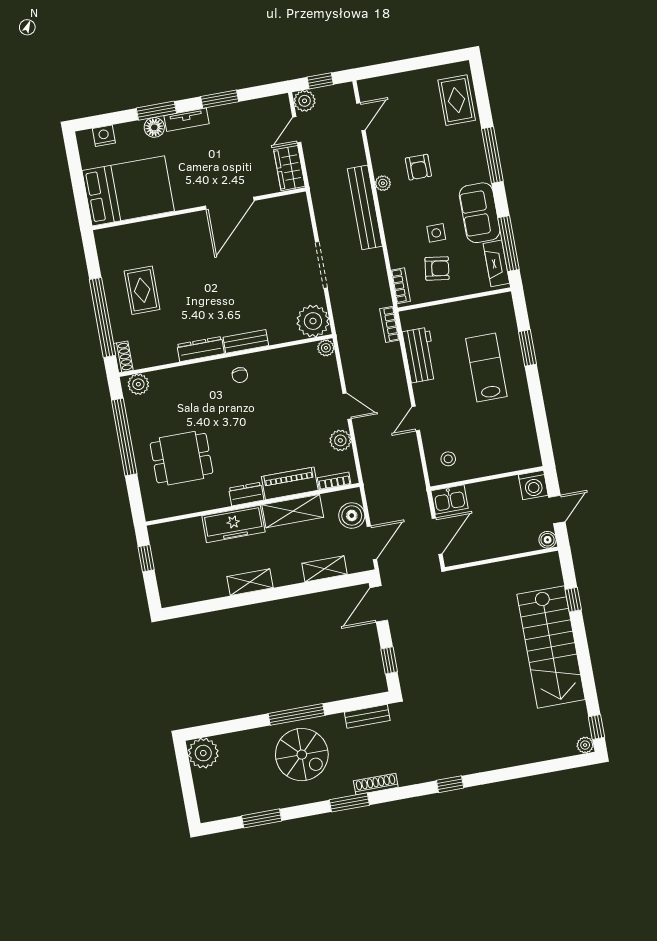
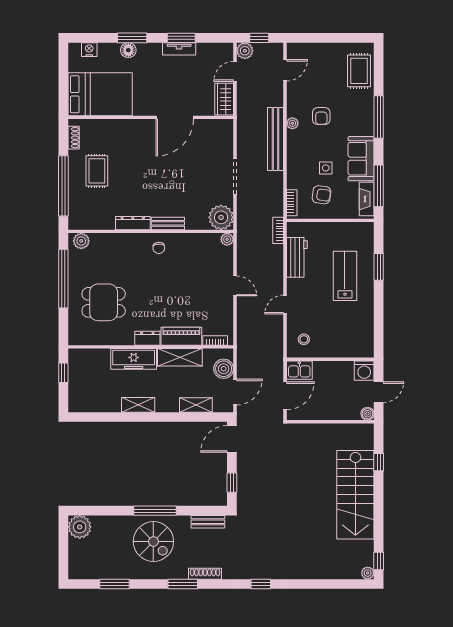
tv unit: (187, 120) -> (179, 49), moved
shoe rack: (123, 357) -> (74, 138), moved
plant: (340, 440) -> (225, 311), removed

